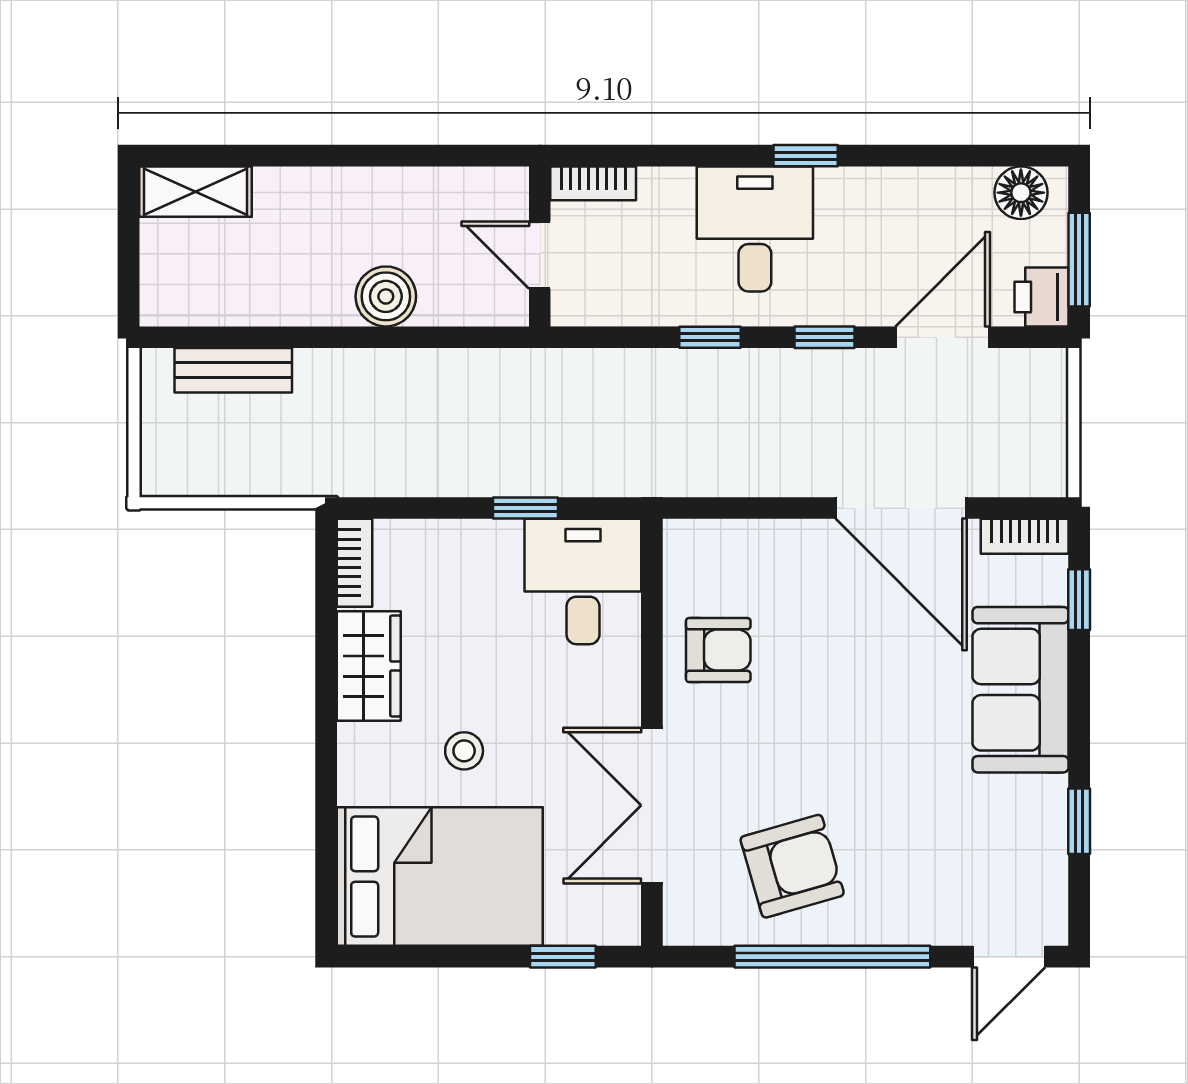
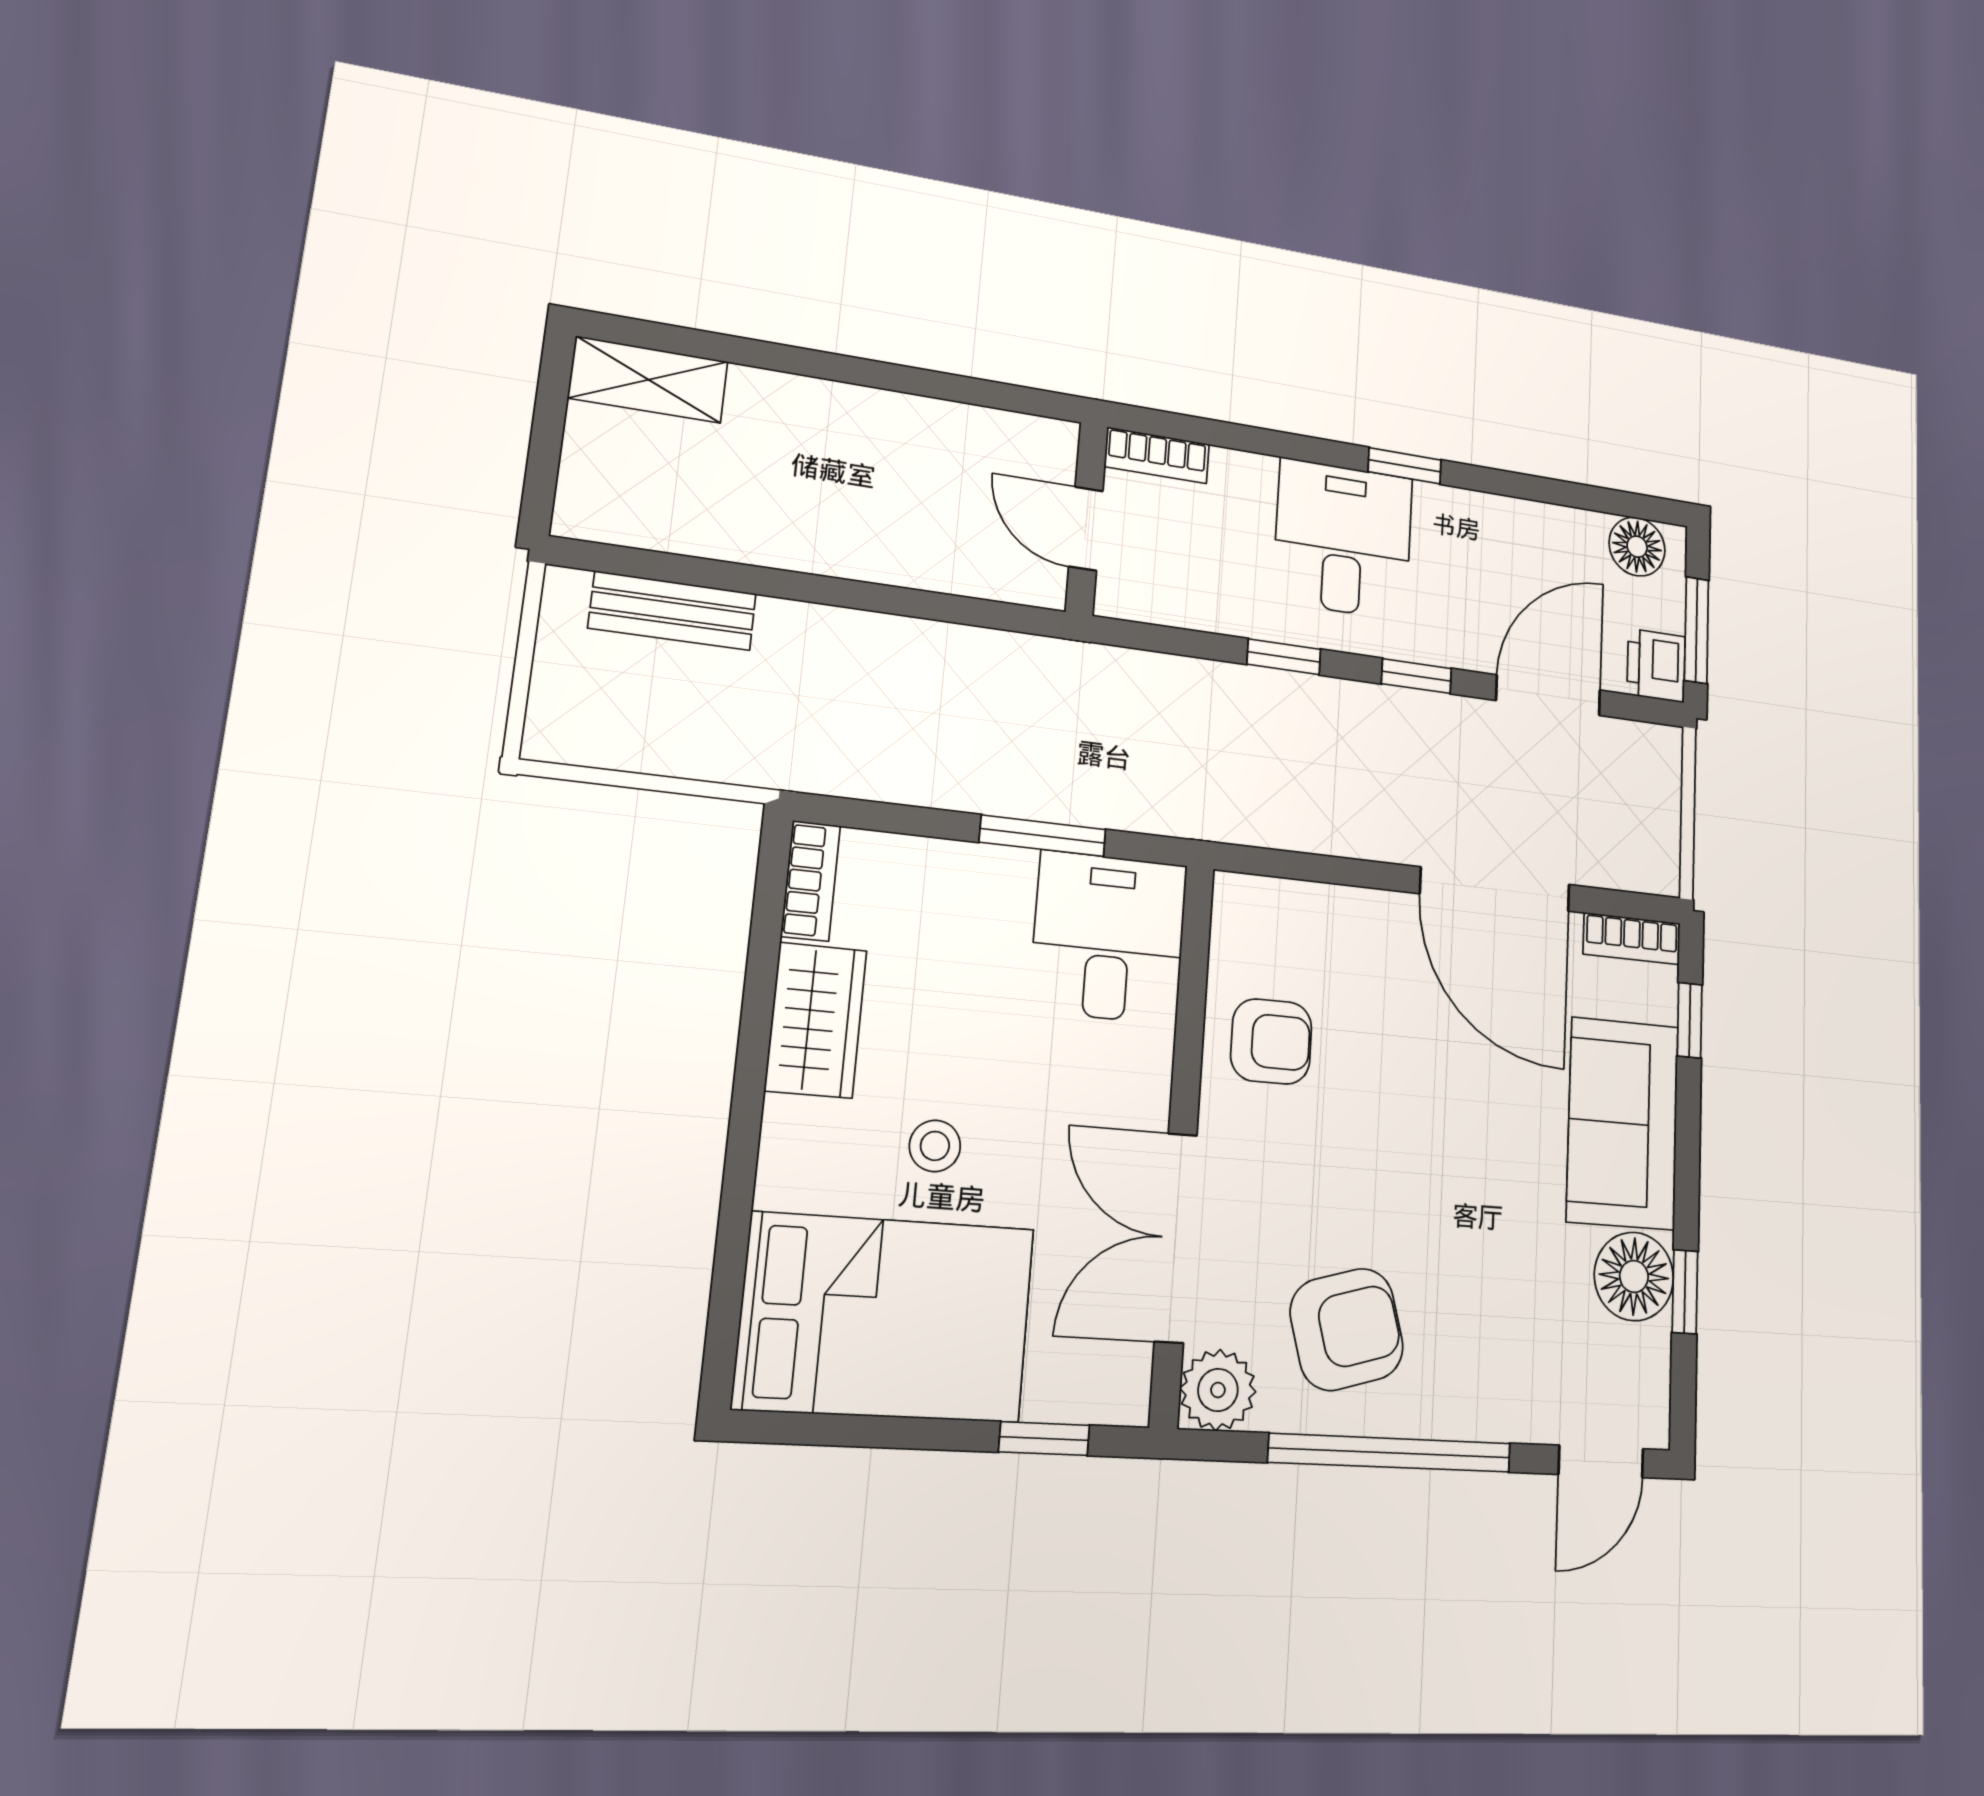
boiler: (386, 296) -> (887, 548), removed
window: (525, 508) -> (1043, 836), width x1.50
floor lamp: (1033, 812) -> (1634, 1276), added
plant: (692, 916) -> (1218, 1390), added

